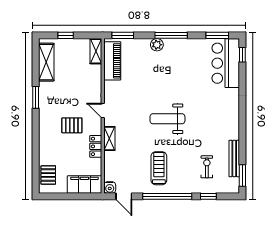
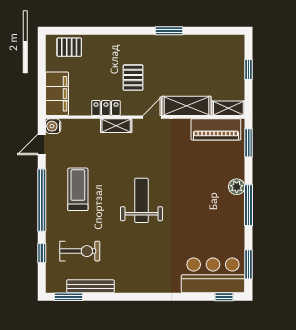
shelving: (46, 62) -> (186, 106), moved
exercise bike: (207, 167) -> (80, 251), width x1.38, depth x1.39
treadmill: (159, 168) -> (78, 189), turned -90

